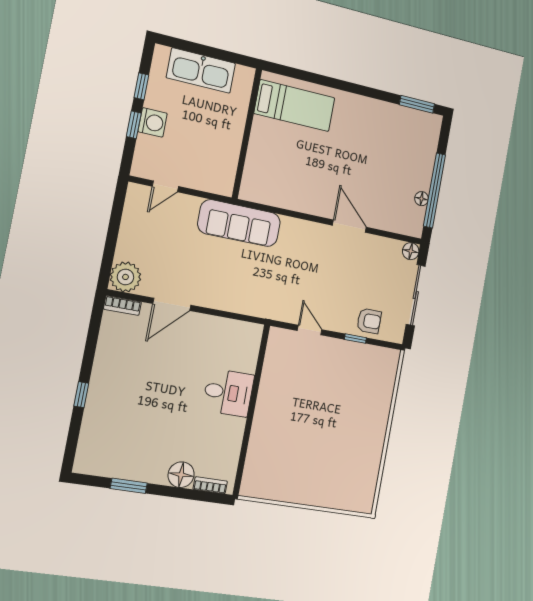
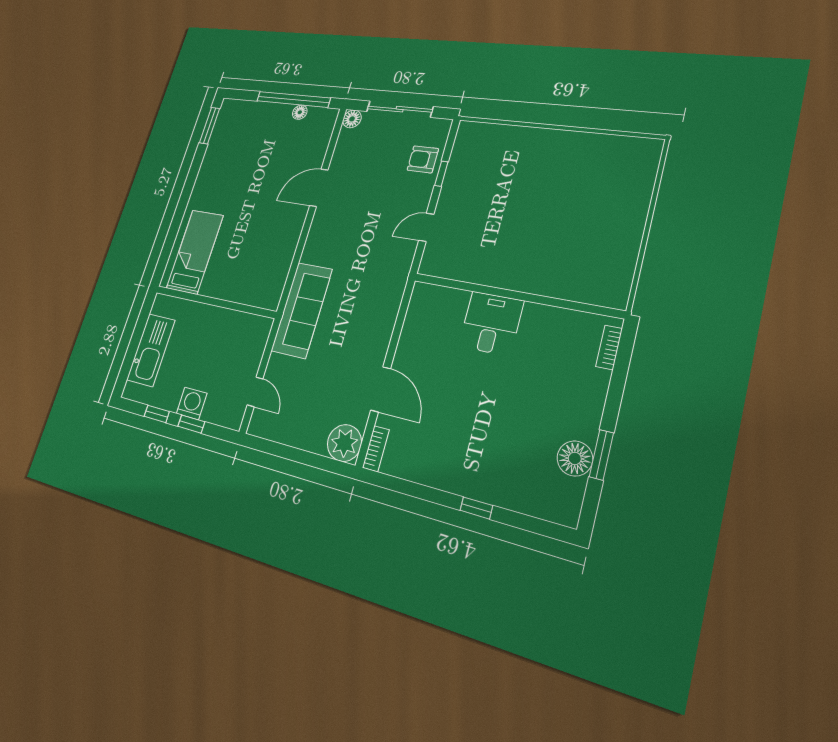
armchair: (369, 321) -> (423, 159), turned -90
floor lamp: (181, 475) -> (575, 458), moved

